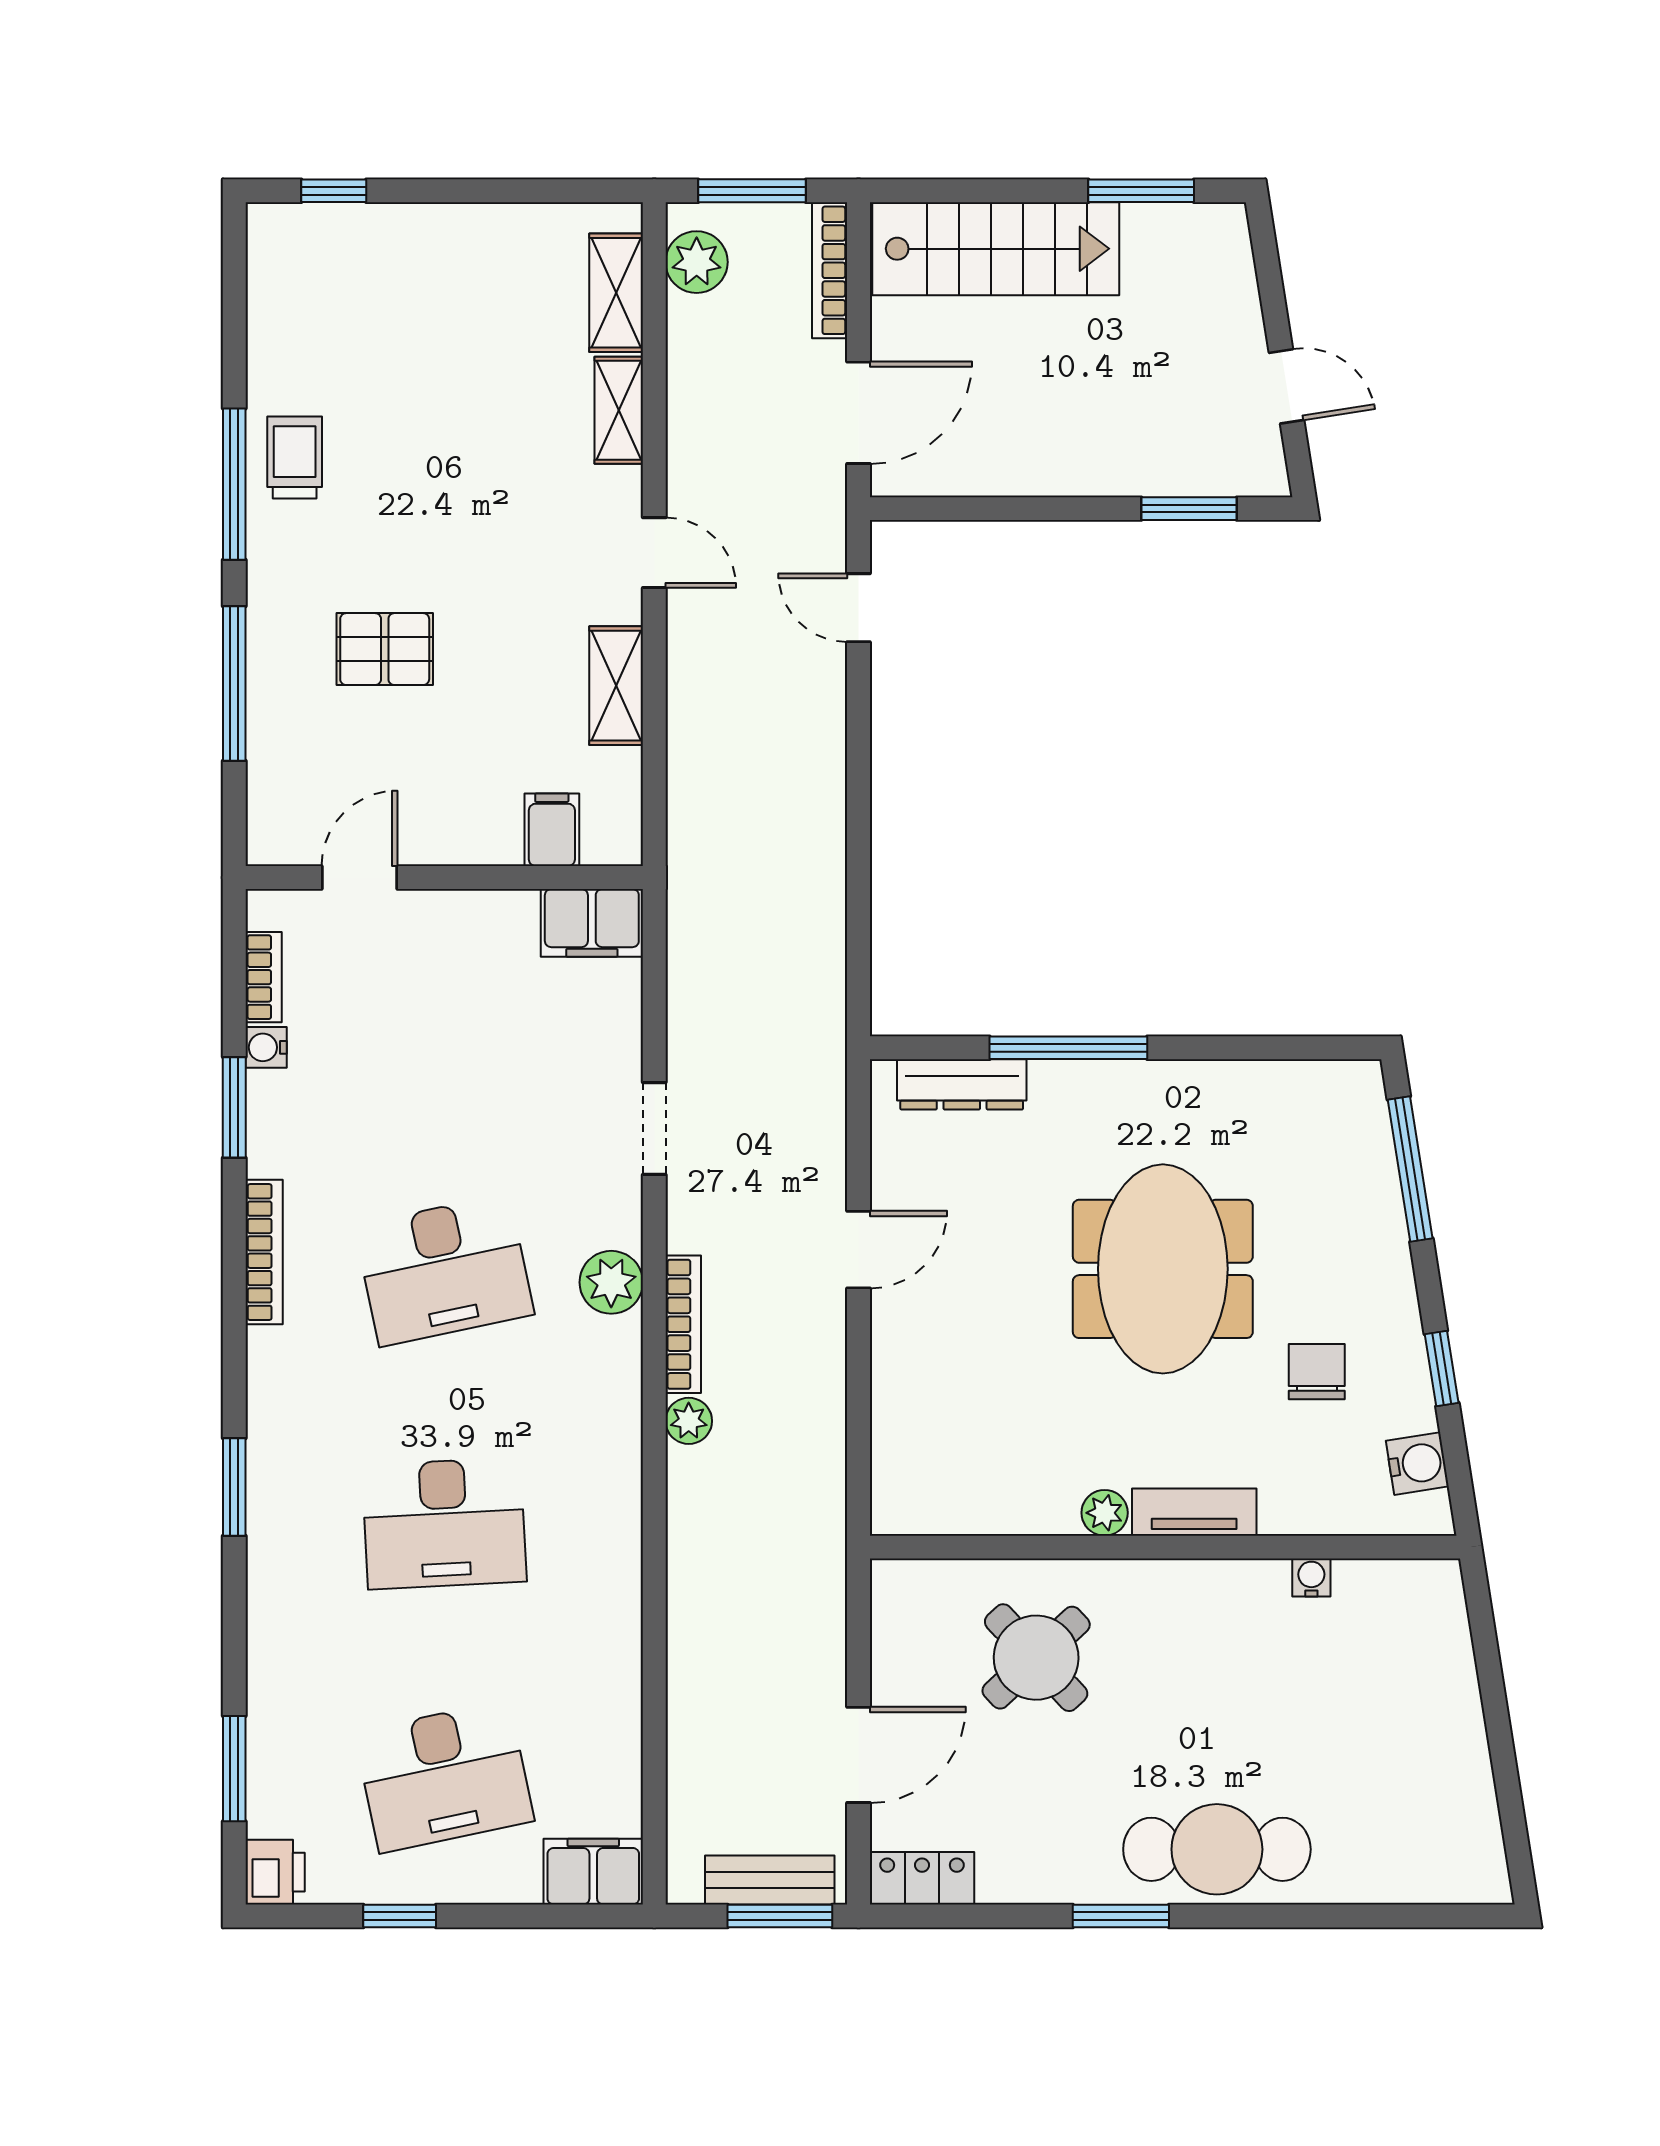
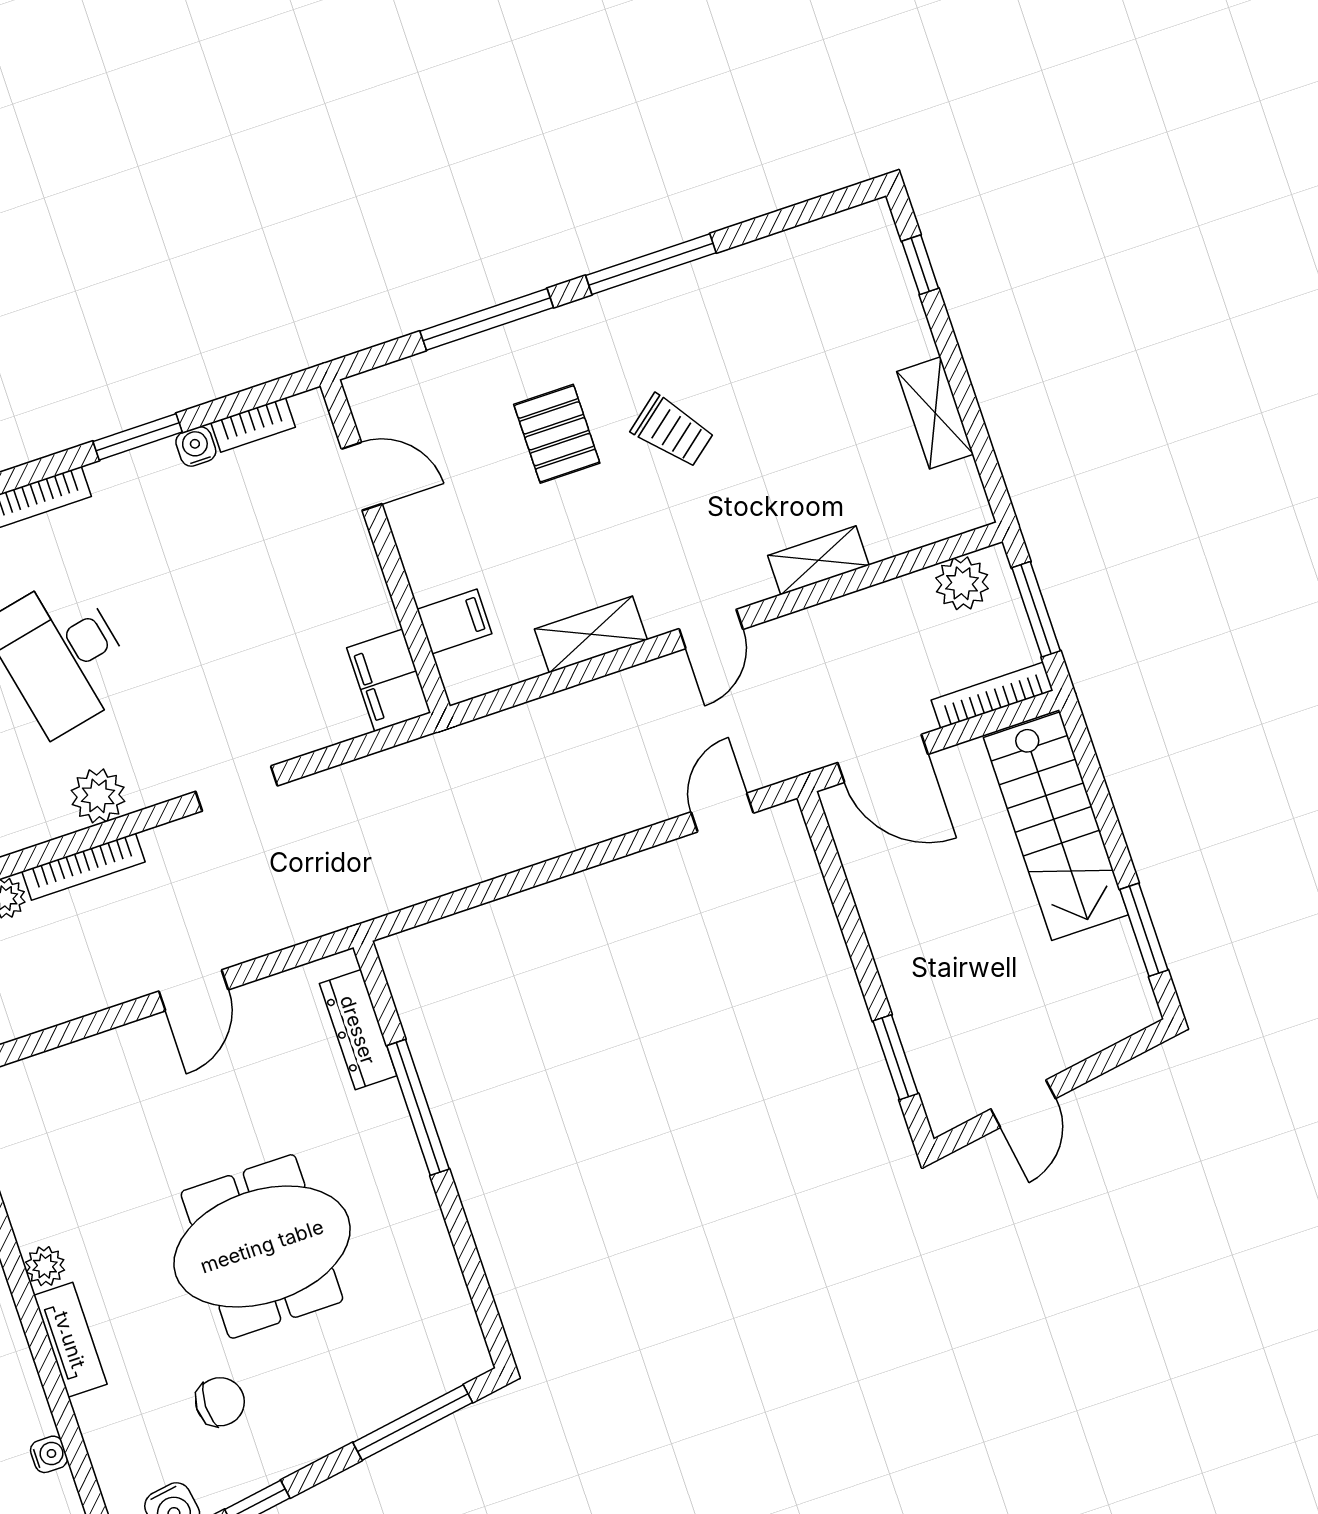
shelving: (616, 293) -> (935, 413), moved, turned 90
trolley: (295, 457) -> (672, 431), moved, turned 51
door: (858, 1250) -> (194, 990), hinge flipped

